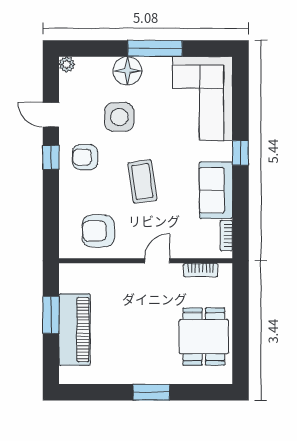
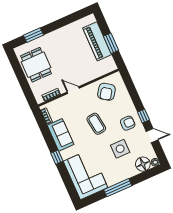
floor lamp: (127, 71) -> (143, 164), moved
armchair: (98, 231) -> (106, 92), turned 125
door: (157, 261) -> (73, 90), swing flipped
window: (151, 392) -> (34, 35), moved

